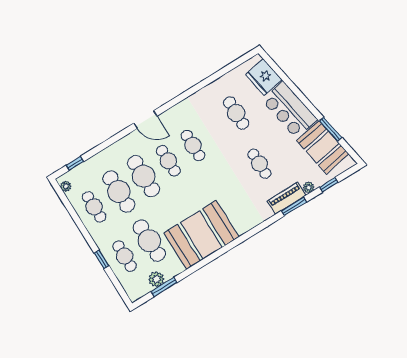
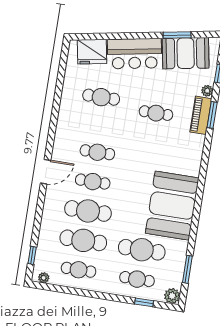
window: (102, 259) -> (144, 302), moved
plant: (156, 279) -> (172, 296), moved

